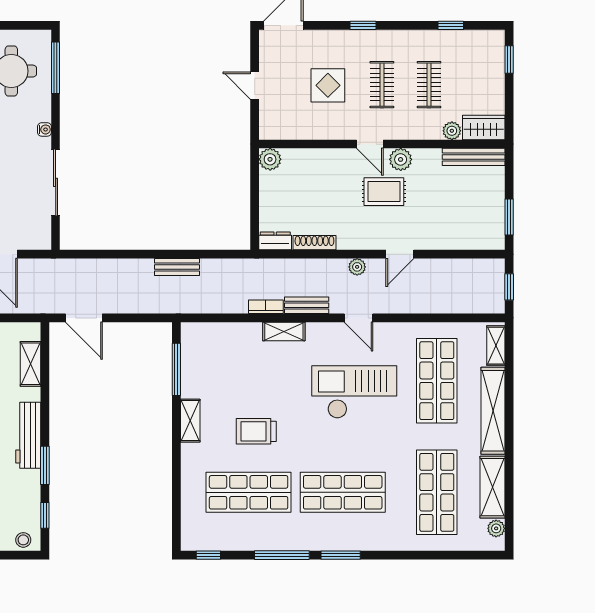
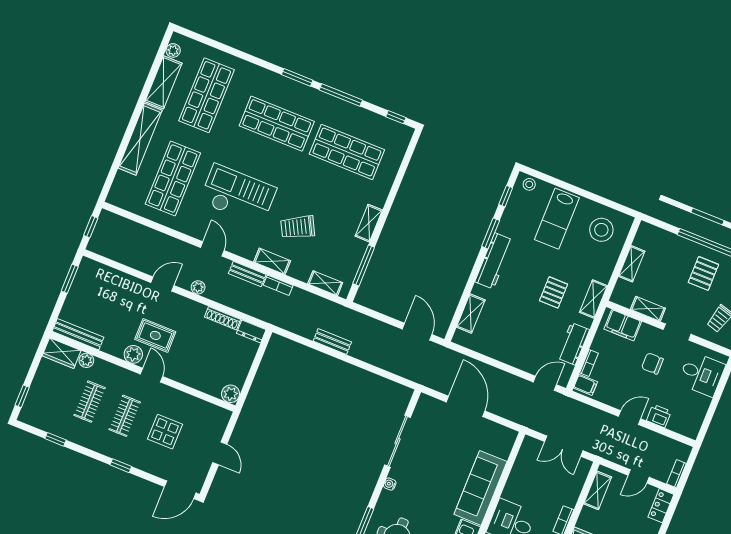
shelving: (496, 346) -> (325, 283), moved, turned 90
checkout: (354, 392) -> (238, 195), turned 180
trolley: (256, 431) -> (298, 227), moved, turned 152

